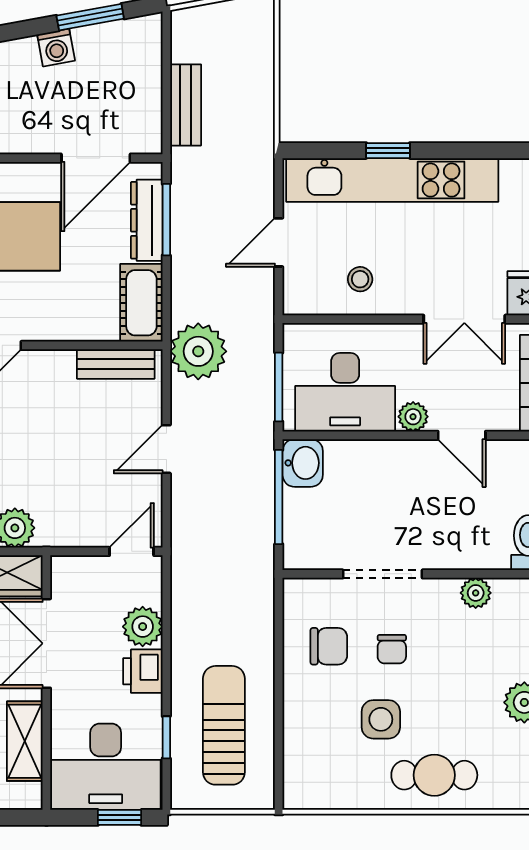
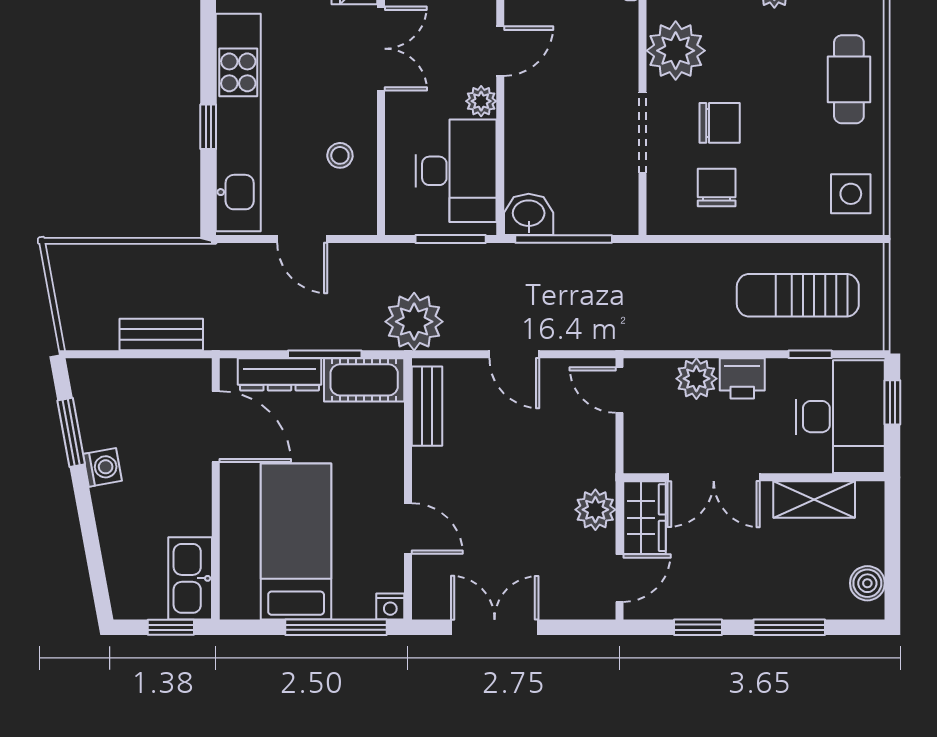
window: (166, 220) -> (325, 354), moved
plant: (476, 593) -> (676, 51), width x1.88, depth x1.88
chair: (392, 649) -> (720, 123), width x1.37, depth x1.37
side table: (381, 719) -> (851, 194), moved

